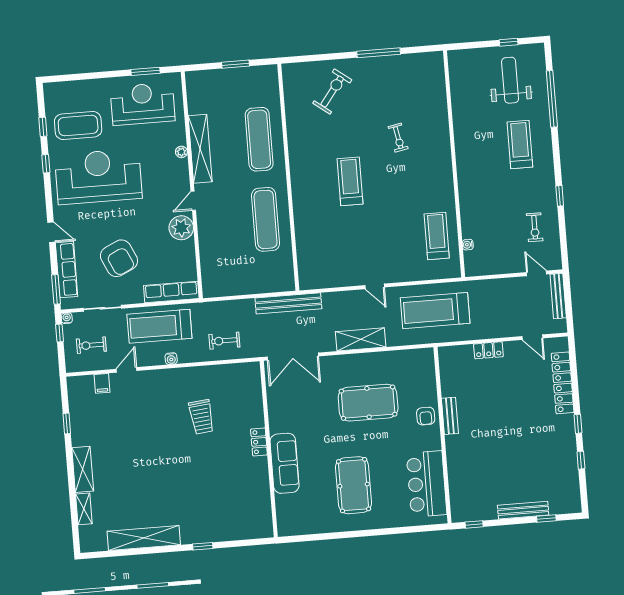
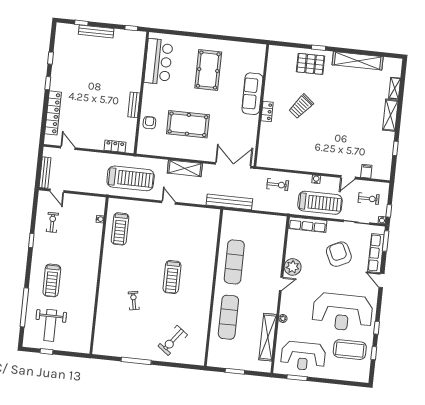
shelving: (200, 149) -> (268, 337), moved
locker: (488, 350) -> (115, 146), moved
armchair: (426, 416) -> (149, 123), moved
trolley: (201, 417) -> (301, 106), moved, turned -135
pallet: (210, 521) -> (310, 64), added

